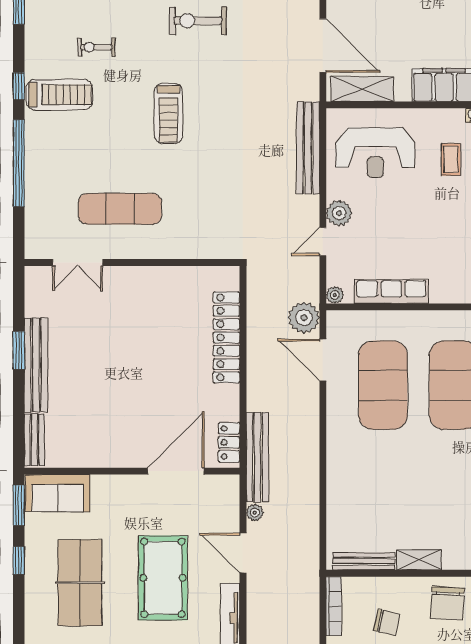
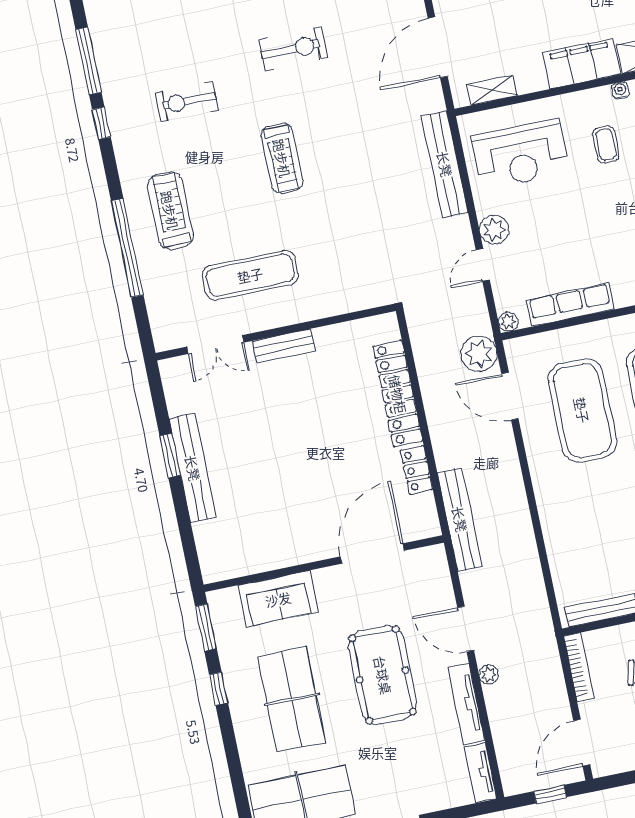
exercise bike: (198, 21) -> (293, 49), turned 180
door: (323, 45) -> (438, 47), swing flipped
exercise bike: (96, 47) -> (187, 101), width x1.38, depth x1.39
window: (19, 86) -> (101, 123), moved
shelving: (362, 89) -> (492, 90), width x0.67, depth x0.75
treadmill: (59, 95) -> (170, 210), moved, turned -90
bench: (34, 440) -> (284, 346), moved, turned 90
locker: (229, 442) -> (417, 470), moved
sofa: (58, 493) -> (278, 599), moved
plant: (255, 512) -> (489, 675), moved

